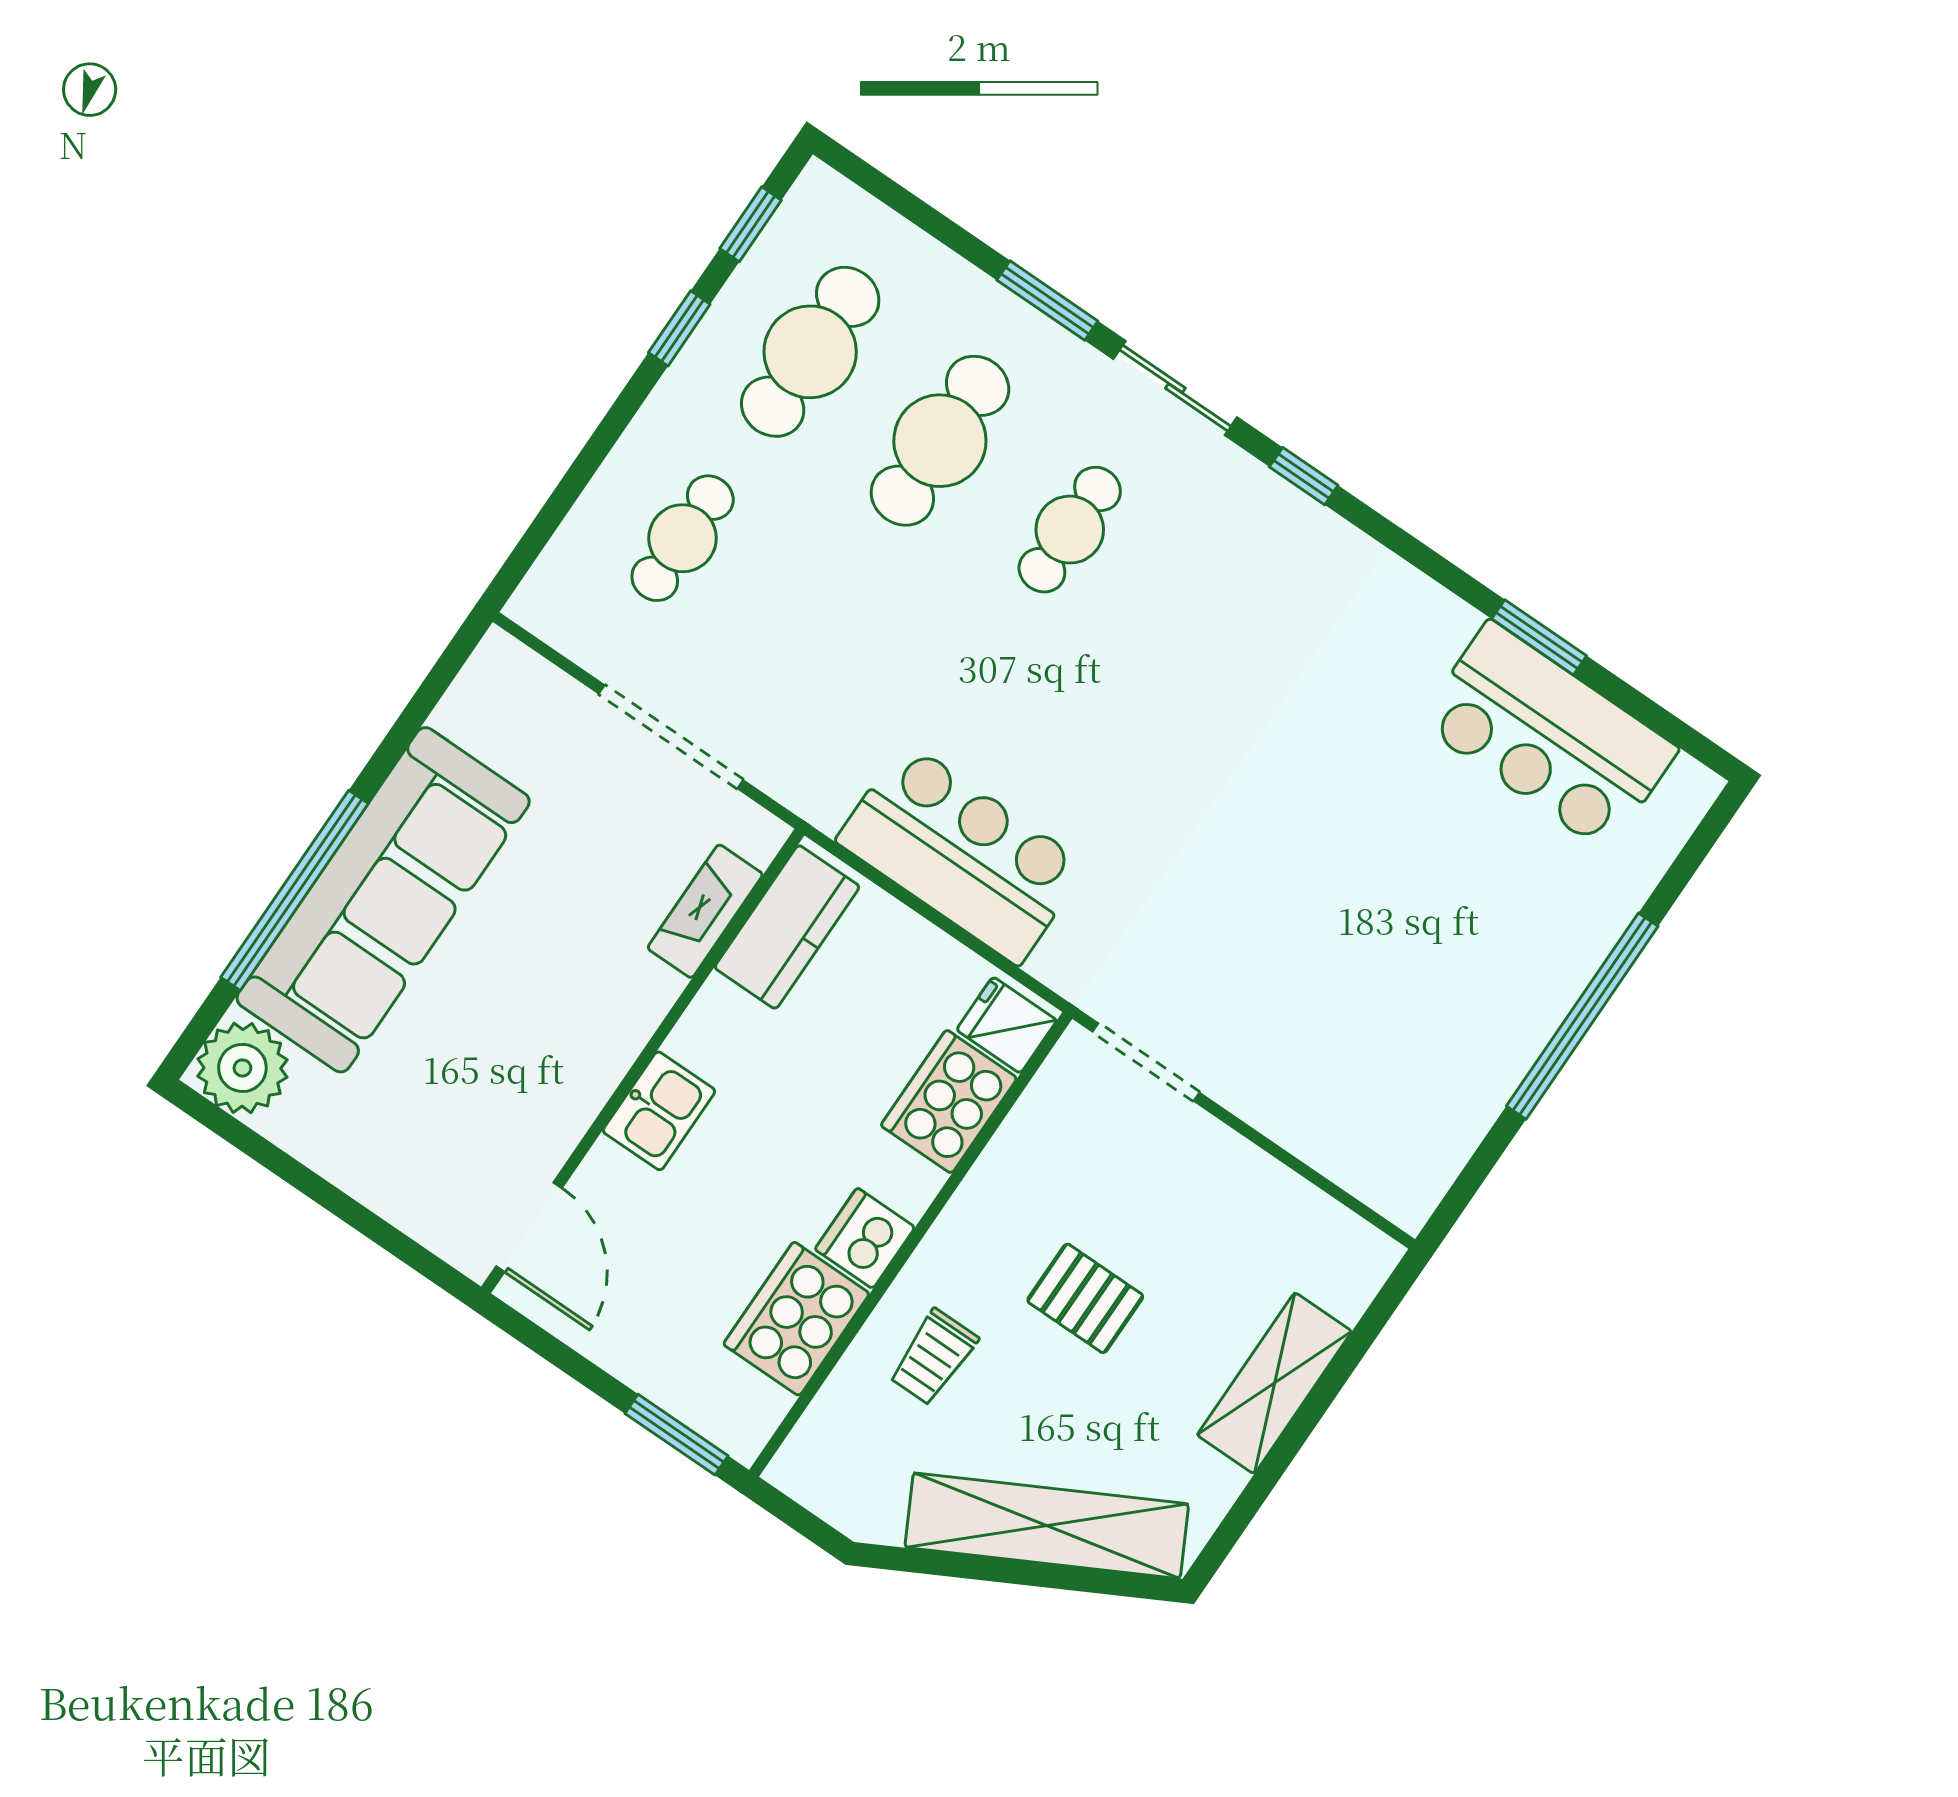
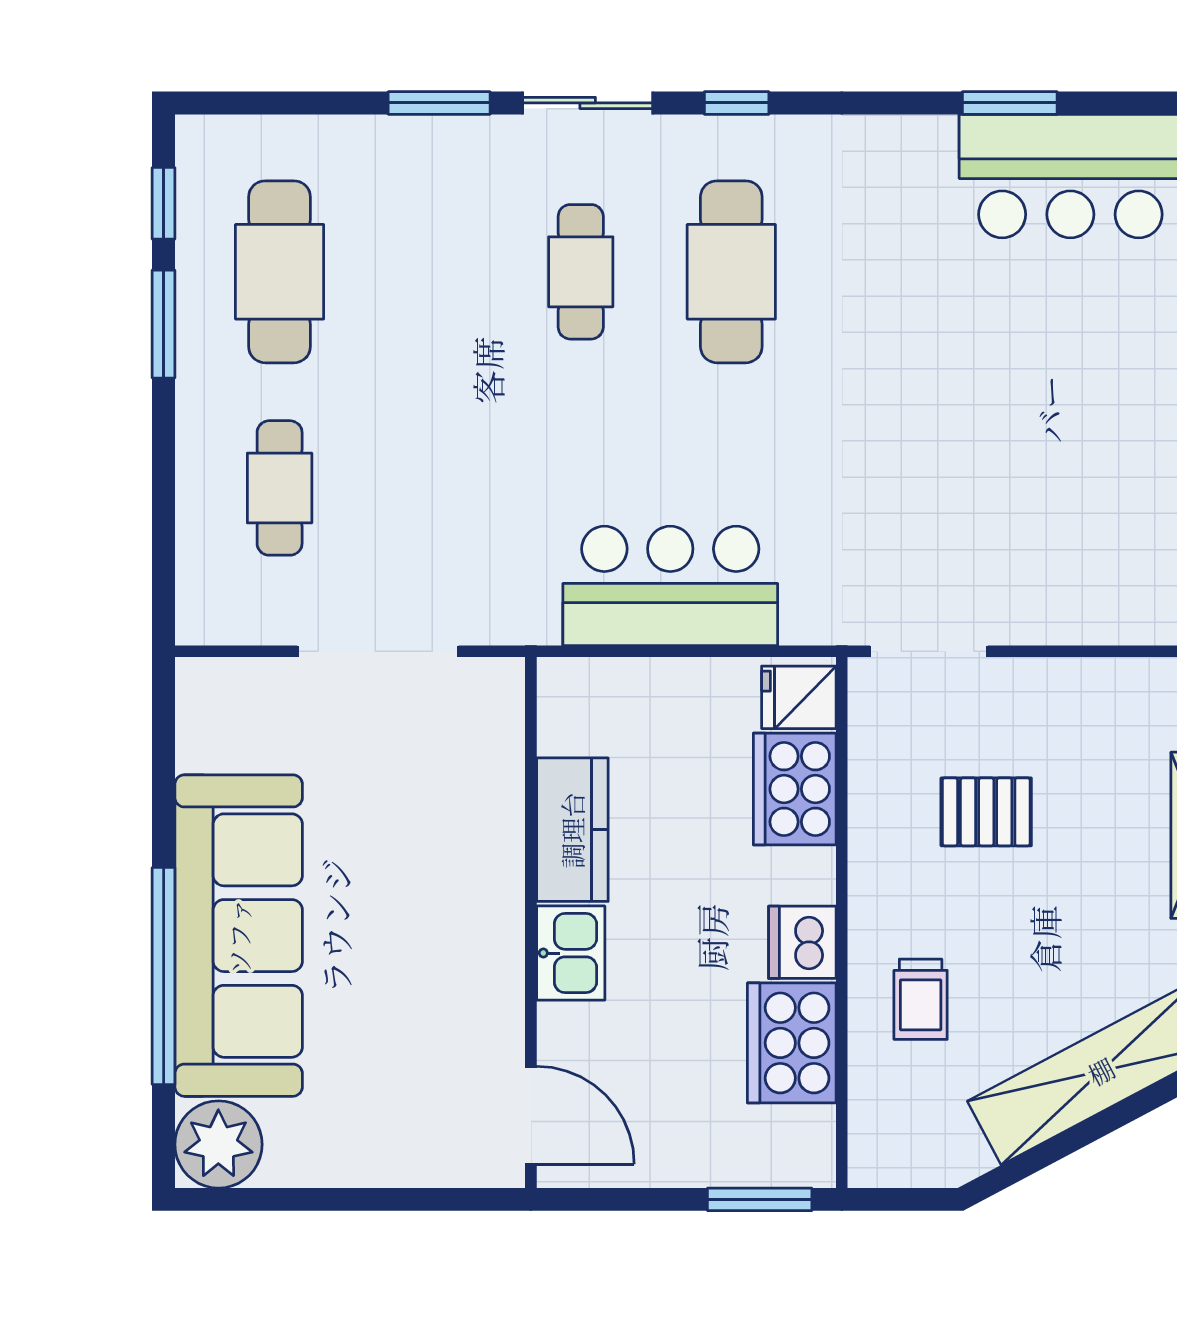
window: (679, 328) -> (164, 324), width x1.50
cafe table: (940, 441) -> (731, 272), moved
fireplace: (705, 911) -> (499, 770), removed
kitchen counter: (787, 927) -> (572, 830), moved
pallet: (1085, 1298) -> (986, 812), moved

